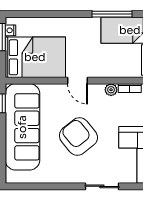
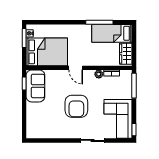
sofa: (22, 127) -> (35, 86), width x0.54, depth x0.79
armchair: (78, 136) -> (76, 106), turned -141

